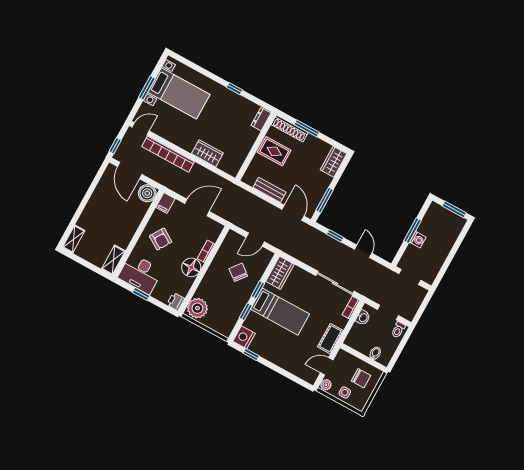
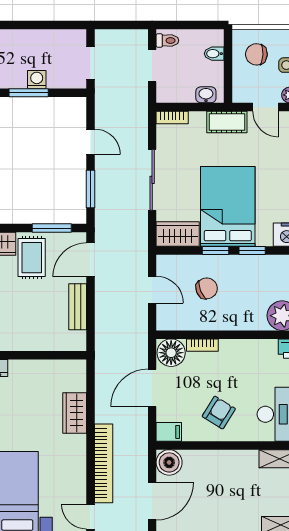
rug: (274, 151) -> (32, 258), moved
door: (197, 207) -> (152, 388), hinge flipped
window: (335, 236) -> (91, 189), width x1.50
door: (363, 251) -> (91, 142), swing flipped
floor lamp: (191, 267) -> (171, 353), moved
chair: (238, 272) -> (207, 288), turned -150
sliding door: (335, 283) -> (152, 180), moved
bed: (280, 312) -> (228, 206), width x1.50
washbasin: (363, 318) -> (206, 95), moved
chair: (361, 378) -> (256, 54), turned -87

